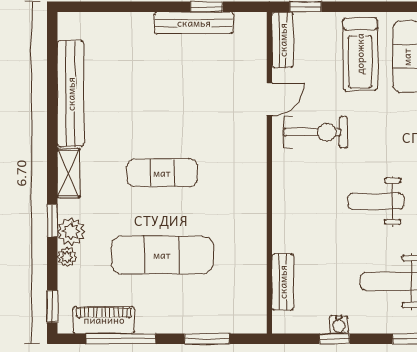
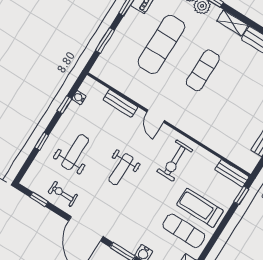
door: (269, 99) -> (156, 116), moved
weight bench: (376, 201) -> (121, 169), turned 180
bench: (283, 282) -> (120, 103), moved
water cooler: (339, 325) -> (79, 98), moved

